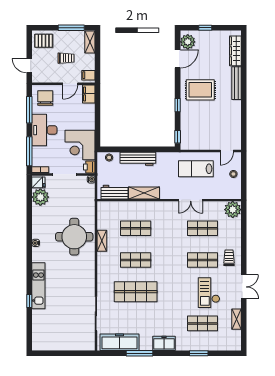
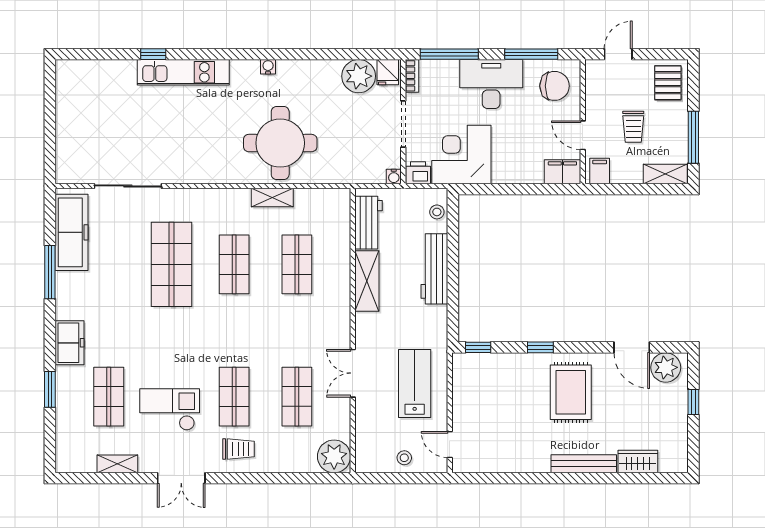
wardrobe: (235, 51) -> (638, 462), width x0.67
freezer: (164, 343) -> (70, 343), moved

